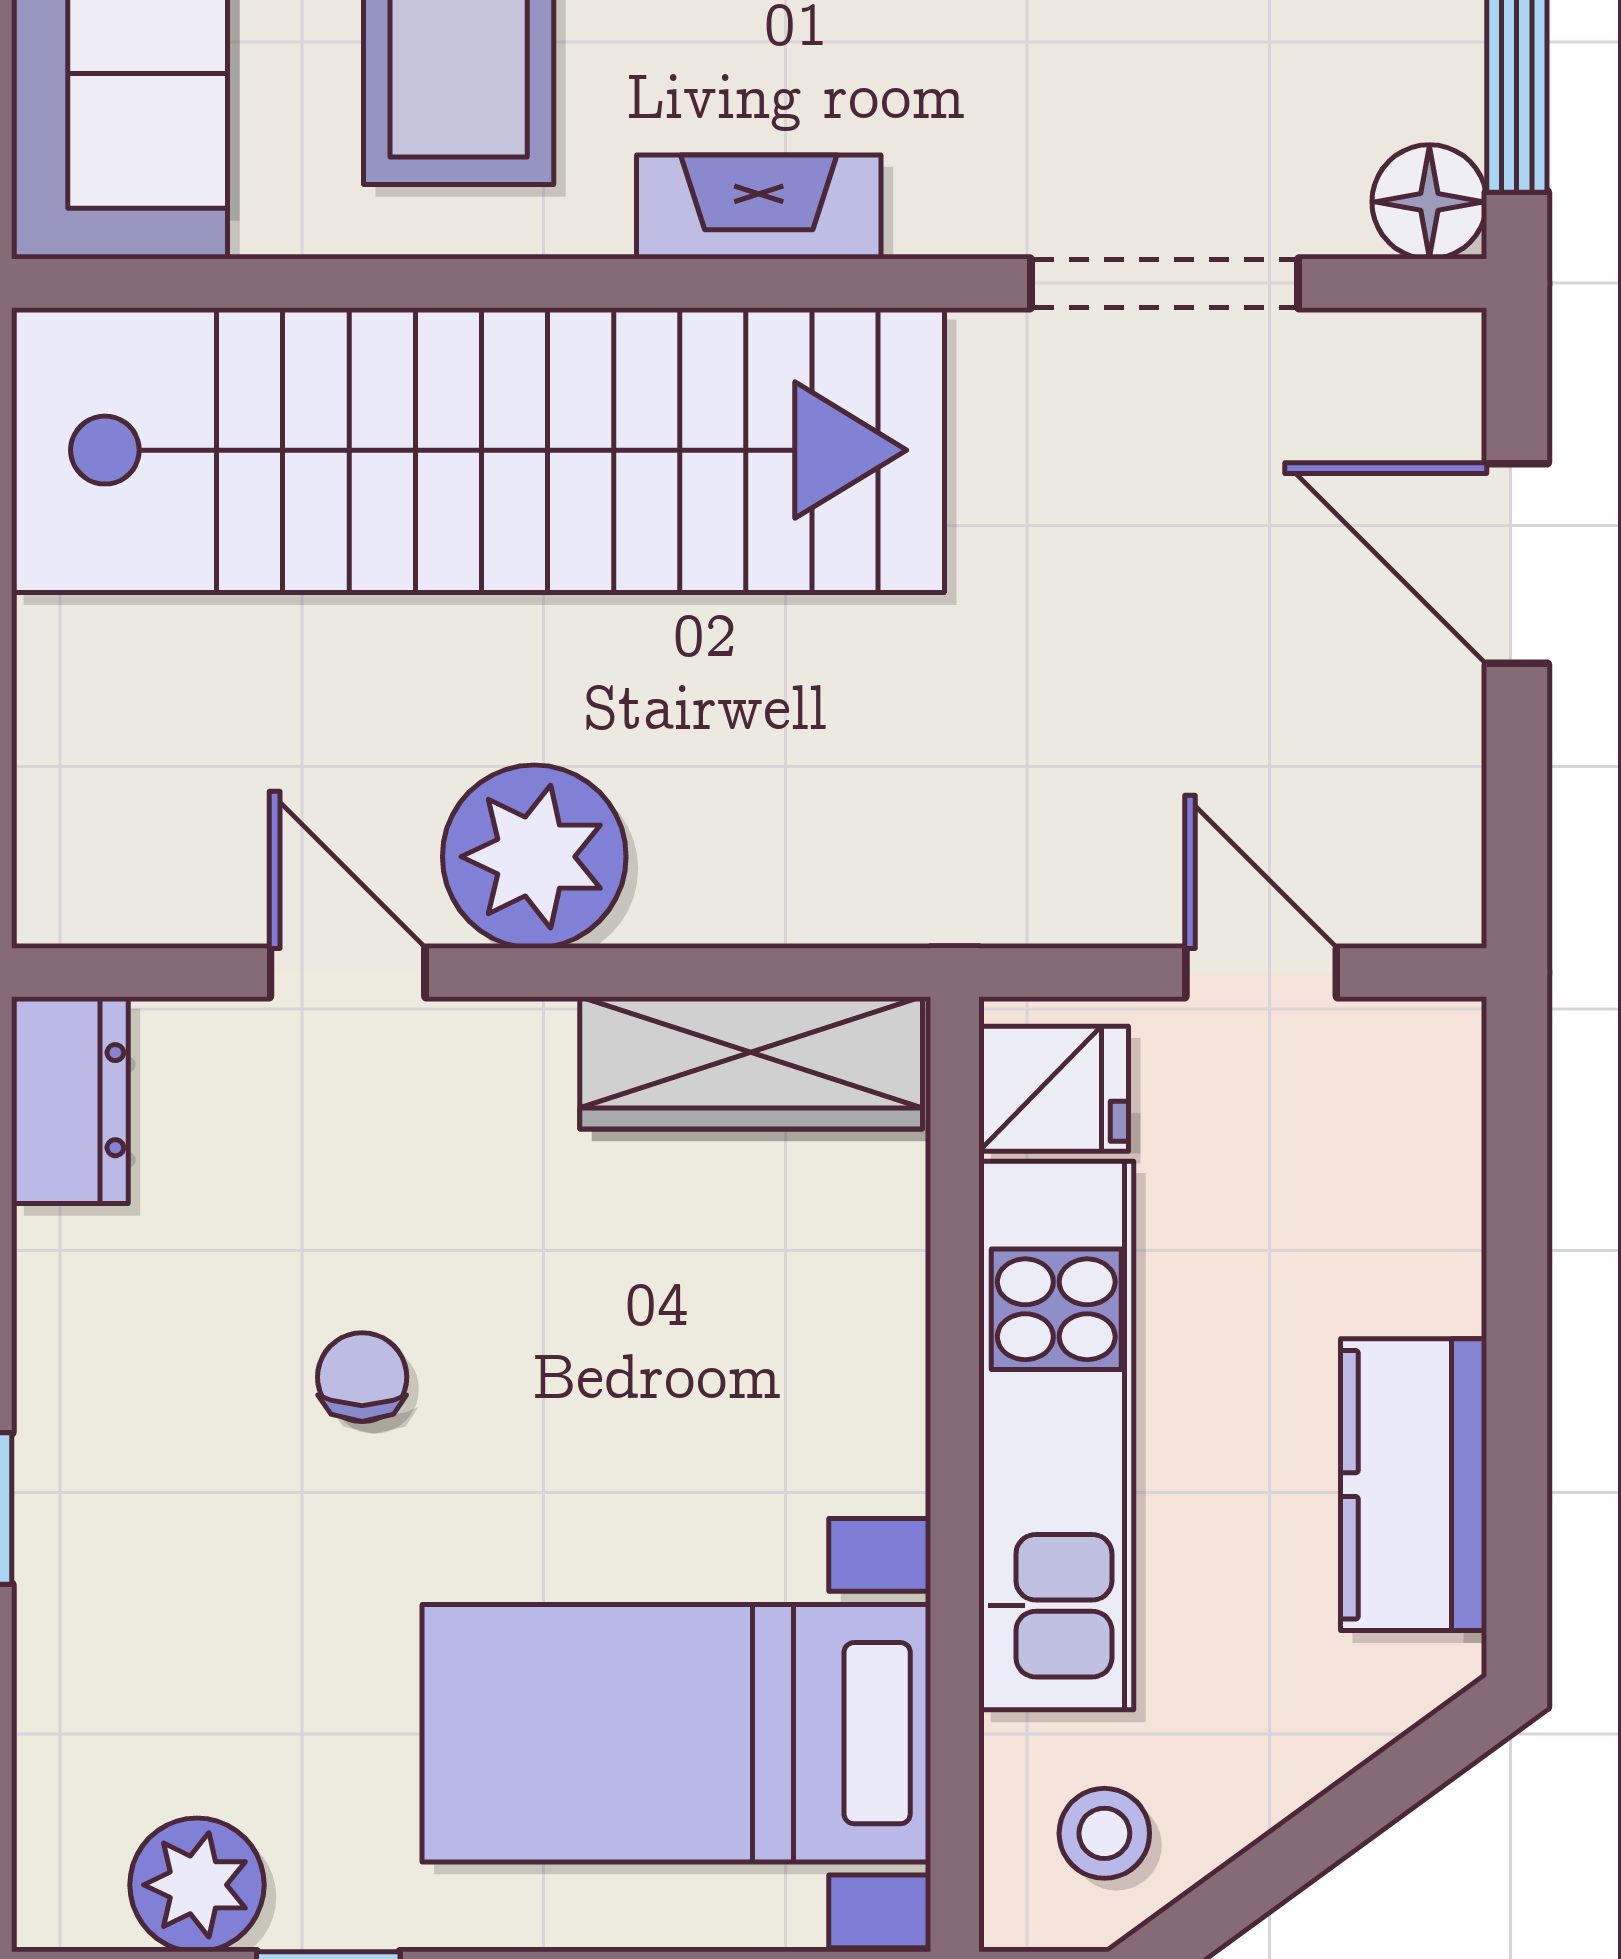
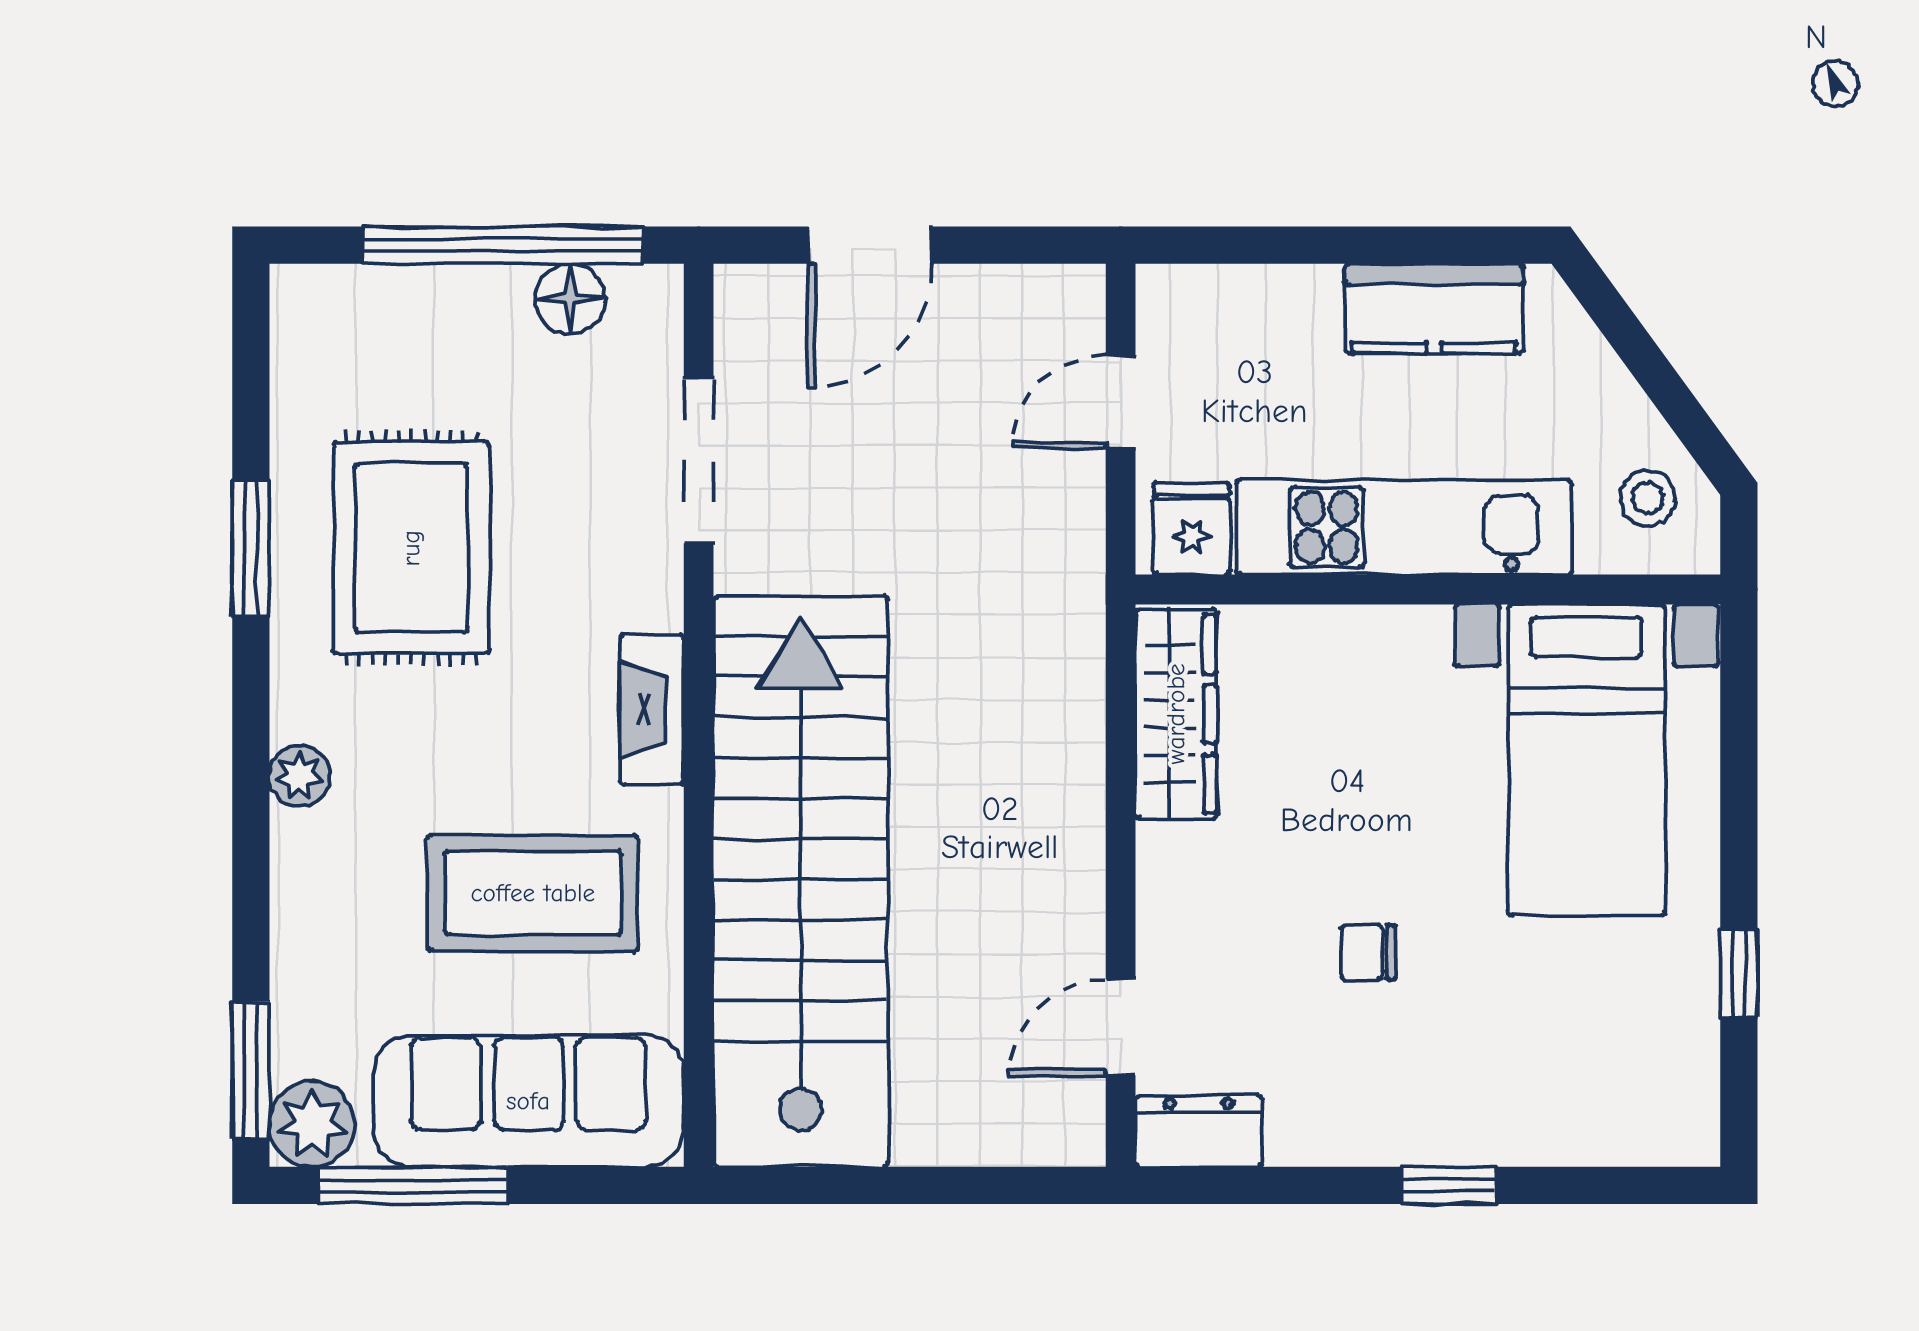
floor lamp: (1429, 202) -> (570, 299), moved
plant: (534, 857) -> (1050, 847), removed
door: (348, 973) -> (1121, 1027), moved
plant: (197, 1885) -> (1679, 1053), removed

